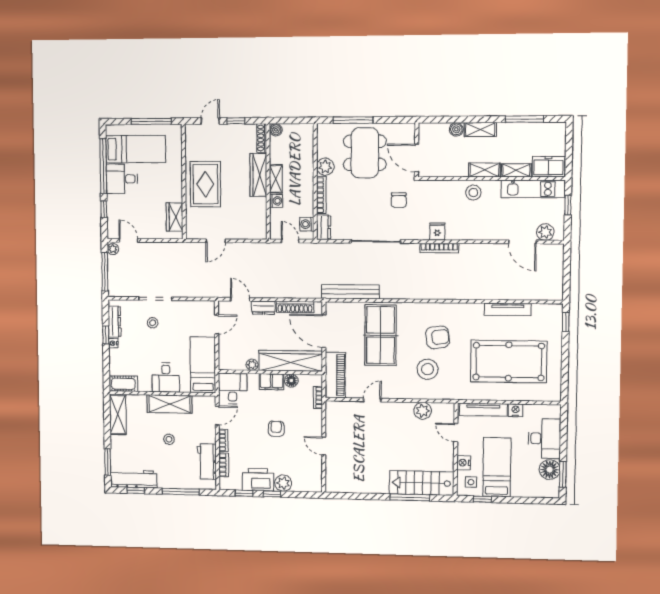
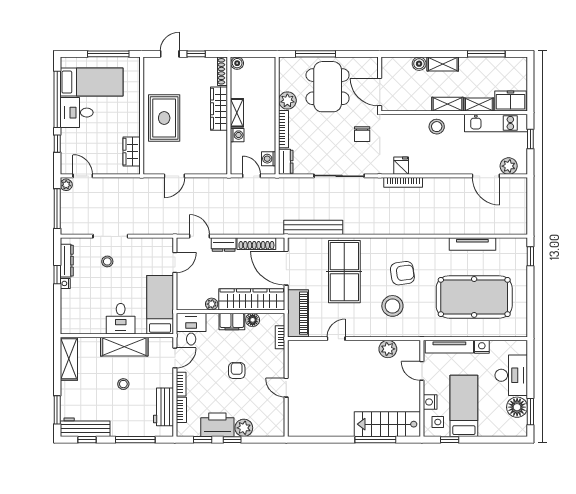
cot: (123, 384) -> (75, 326), removed

